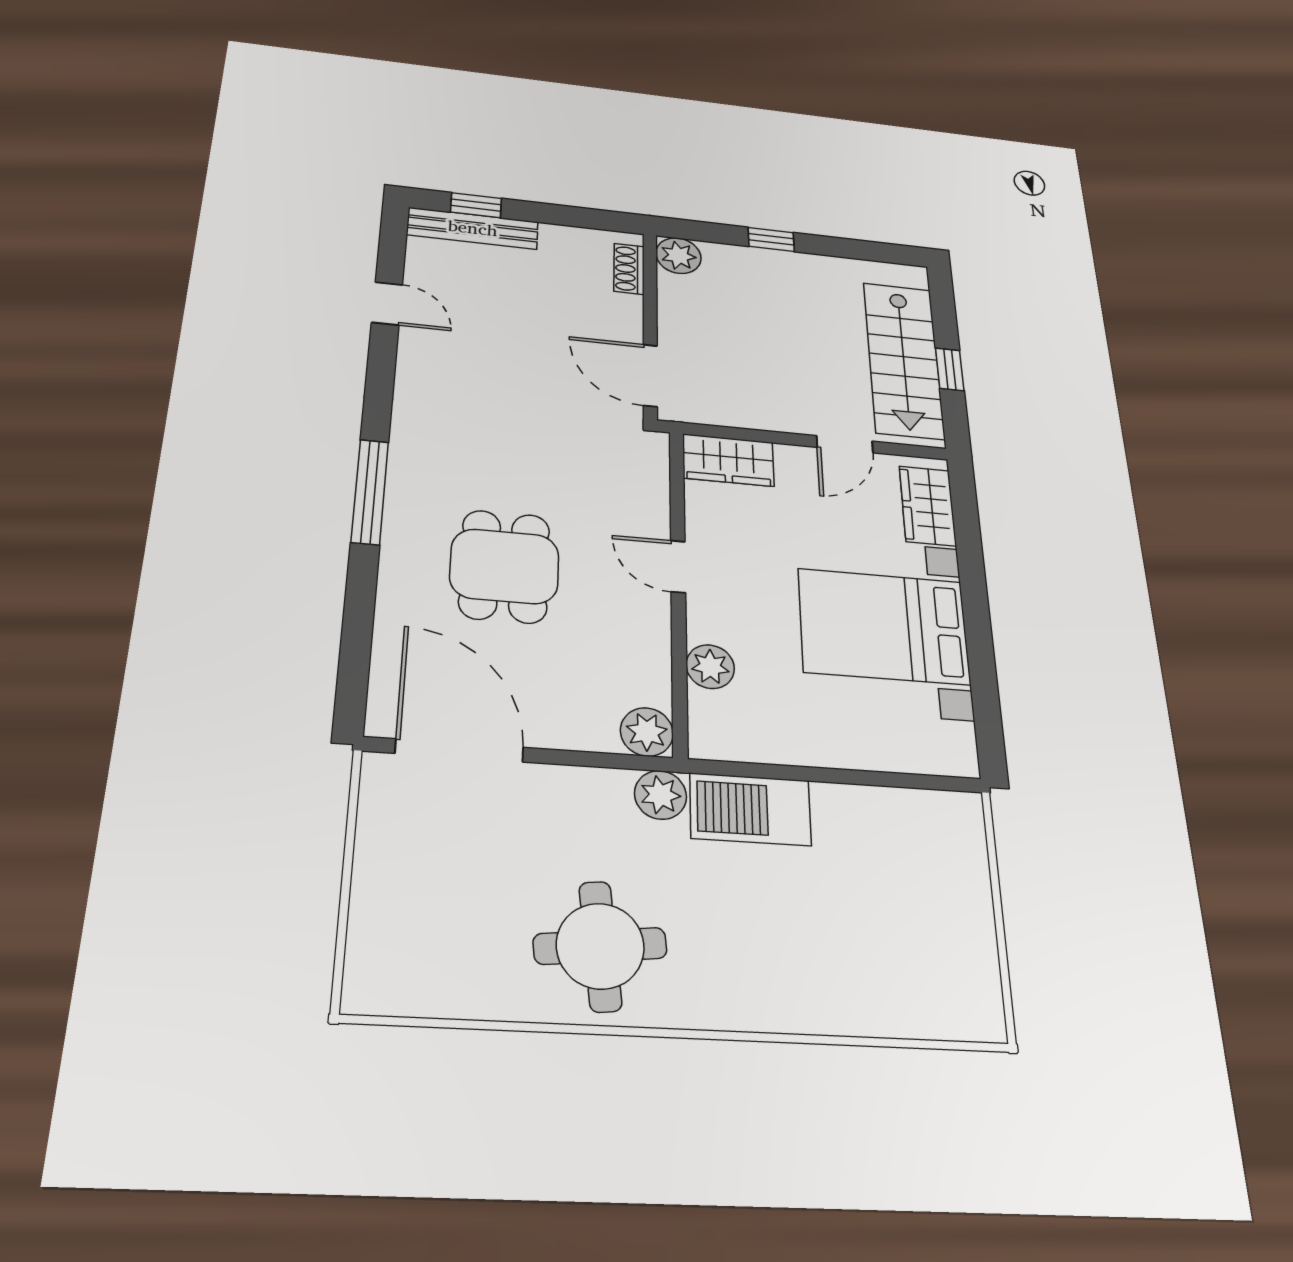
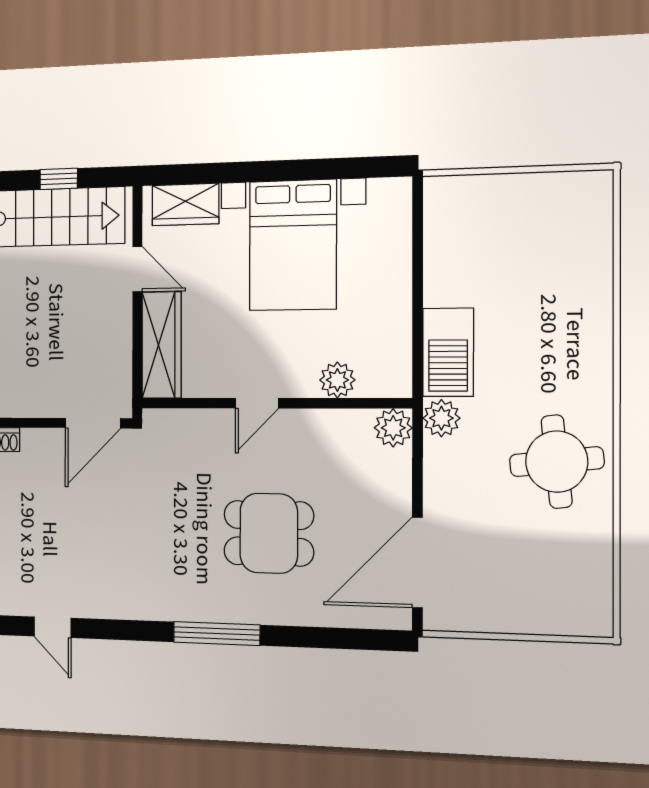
door: (387, 303) -> (53, 627), swing flipped
wardrobe: (728, 460) -> (162, 345), width x1.50

